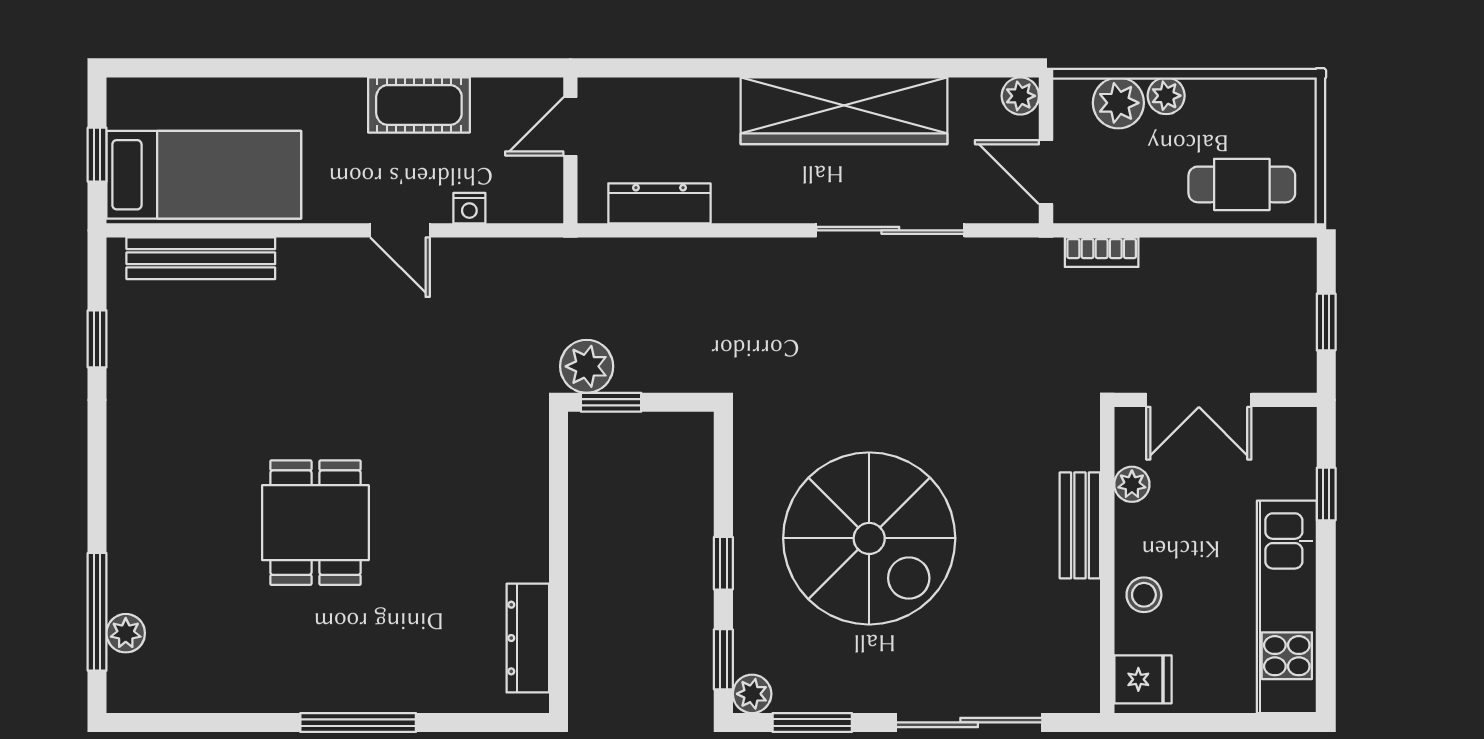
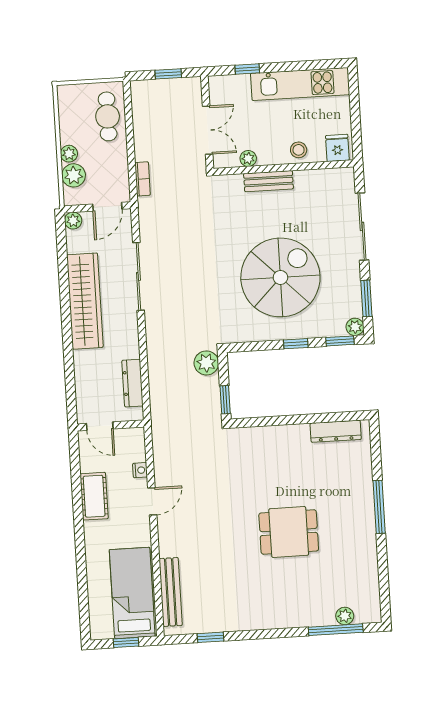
plant: (587, 366) -> (206, 363), moved

